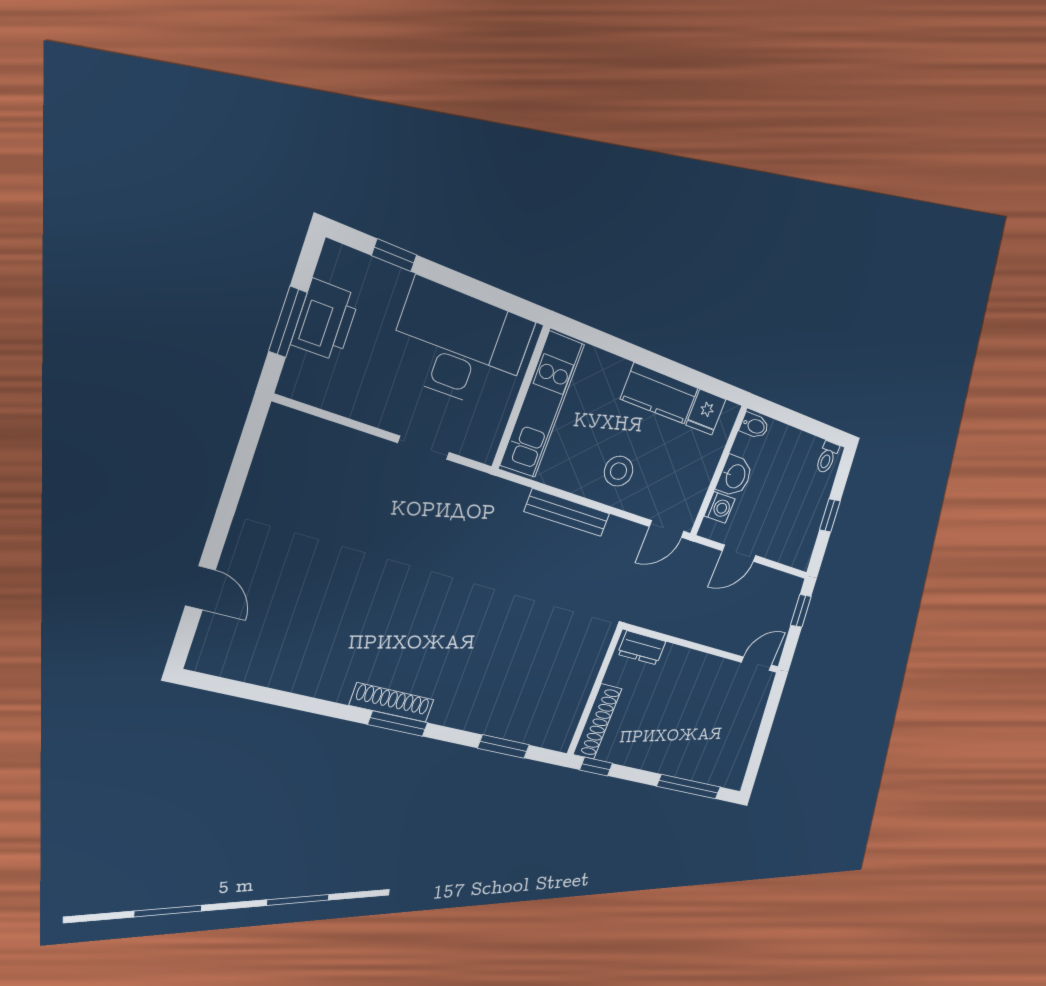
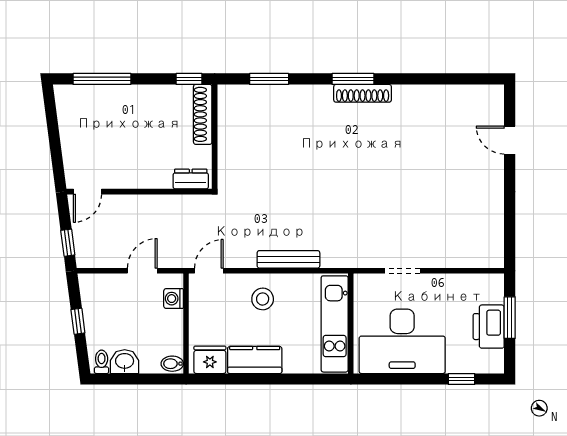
fridge: (706, 412) -> (210, 360), width x1.38
washbasin: (735, 476) -> (125, 362), moved, turned 90

